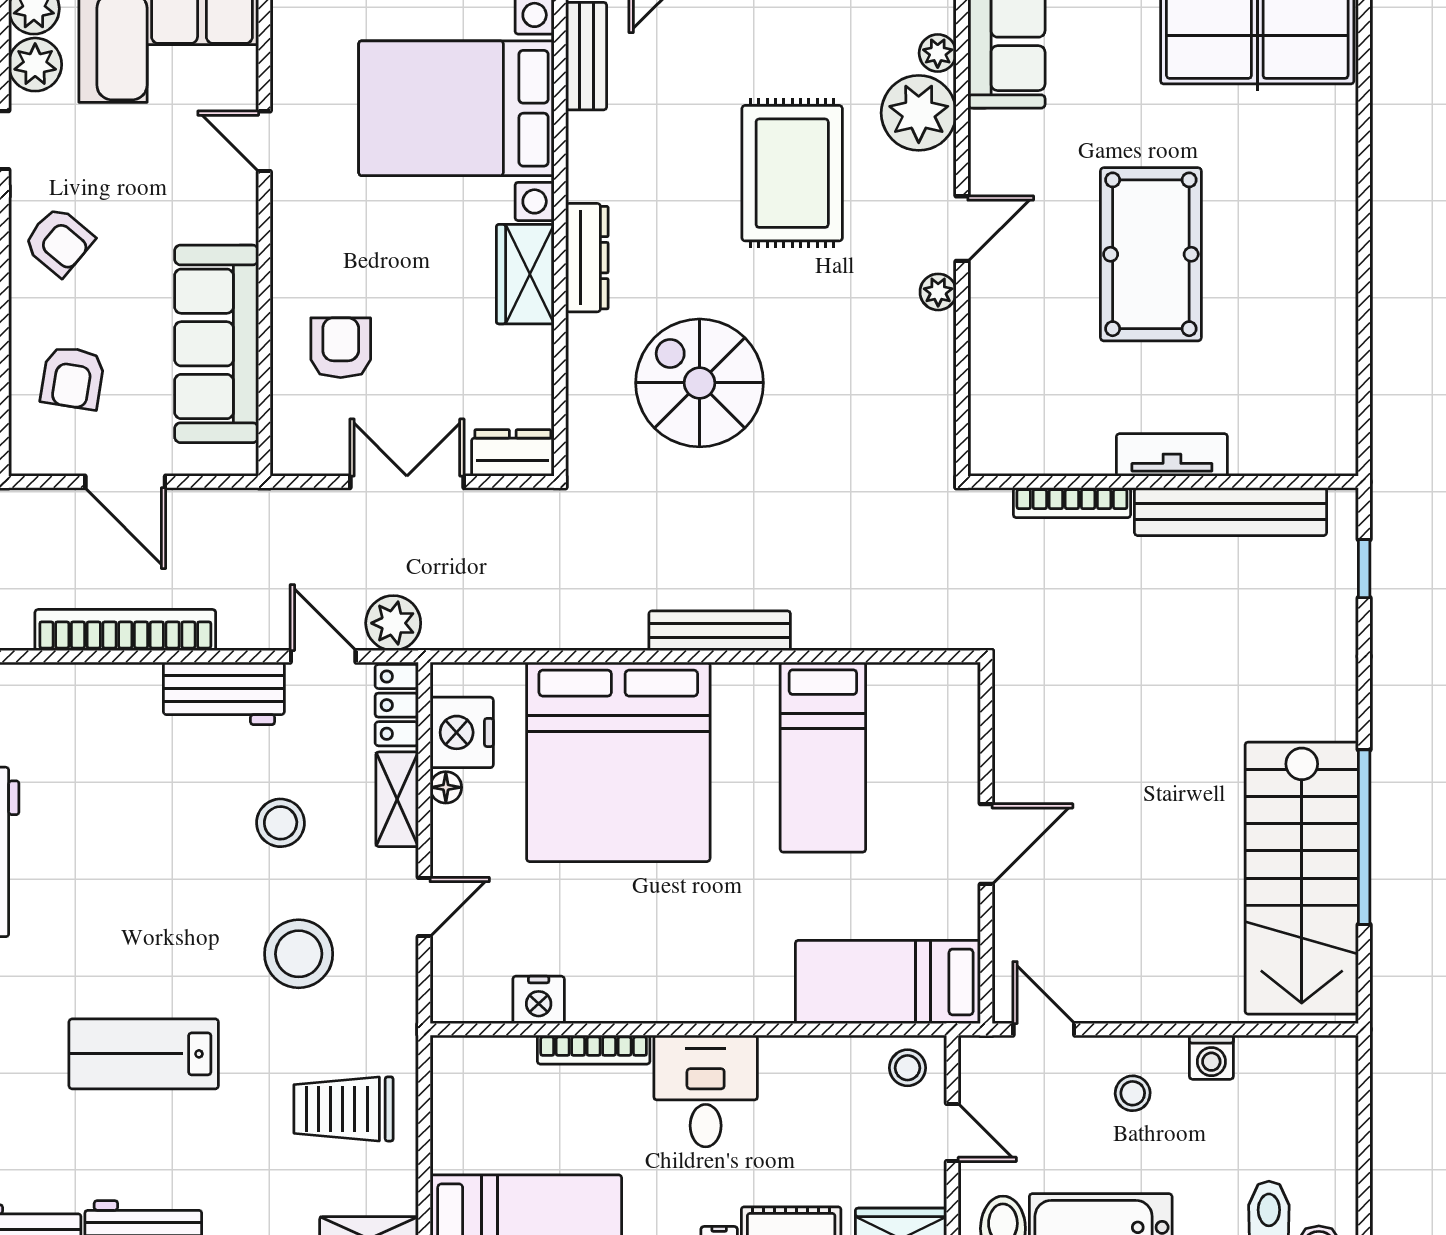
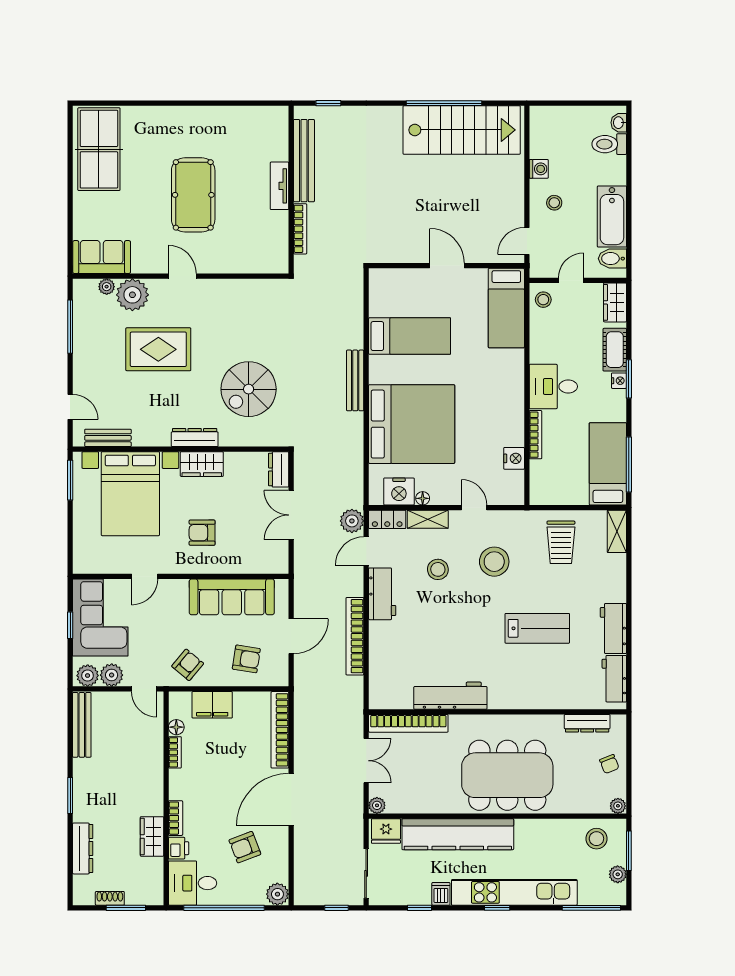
pool table: (1151, 254) -> (193, 195), turned 90
plant: (938, 292) -> (209, 286), removed
armchair: (341, 348) -> (202, 533), moved
lab bench: (144, 1054) -> (537, 628), turned -90

